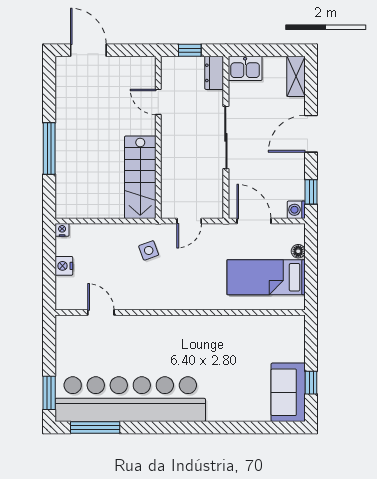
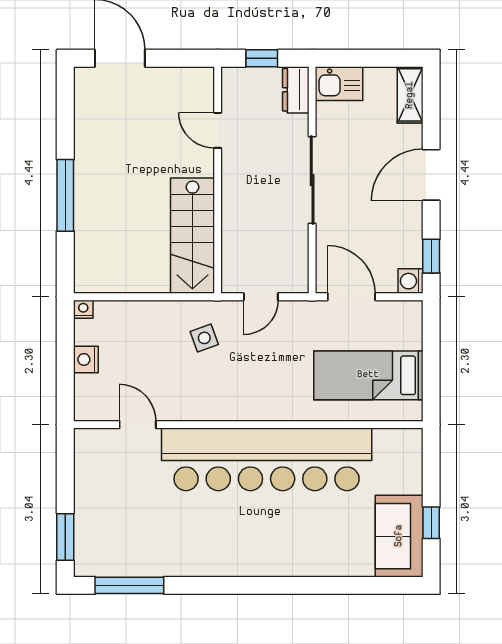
floor lamp: (298, 251) -> (413, 339), removed
bar counter: (130, 399) -> (267, 459), moved, turned 180

